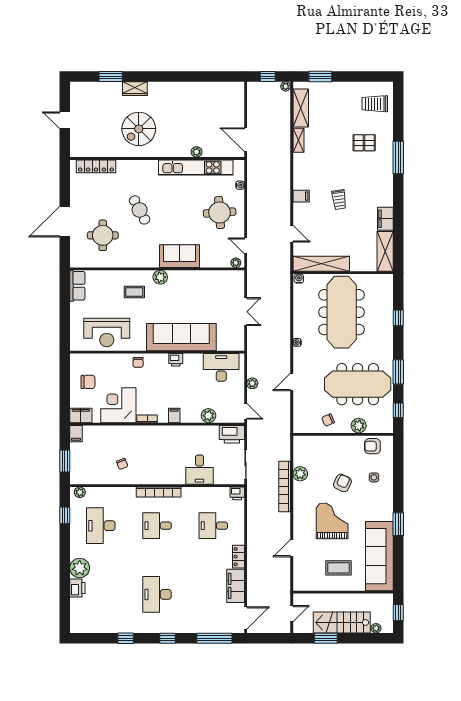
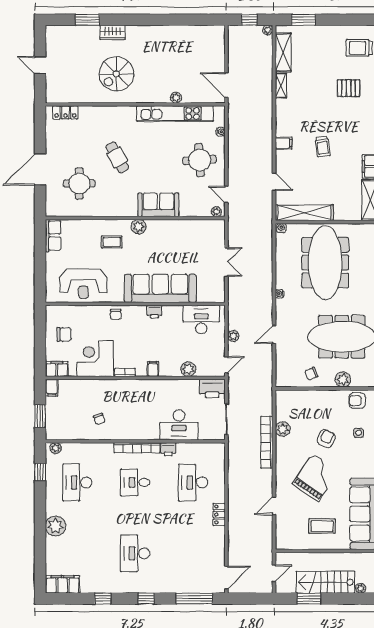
locker: (96, 166) -> (65, 112), width x0.66
door: (246, 411) -> (226, 365), hinge flipped
desk: (199, 470) -> (179, 425), width x1.37
printer: (237, 493) -> (168, 449), moved
grand piano: (332, 521) -> (316, 478), turned 34
desk: (213, 526) -> (193, 482), width x1.37
filing cabinet: (236, 586) -> (63, 584), moved, turned 90
printer: (77, 588) -> (53, 547), removed

